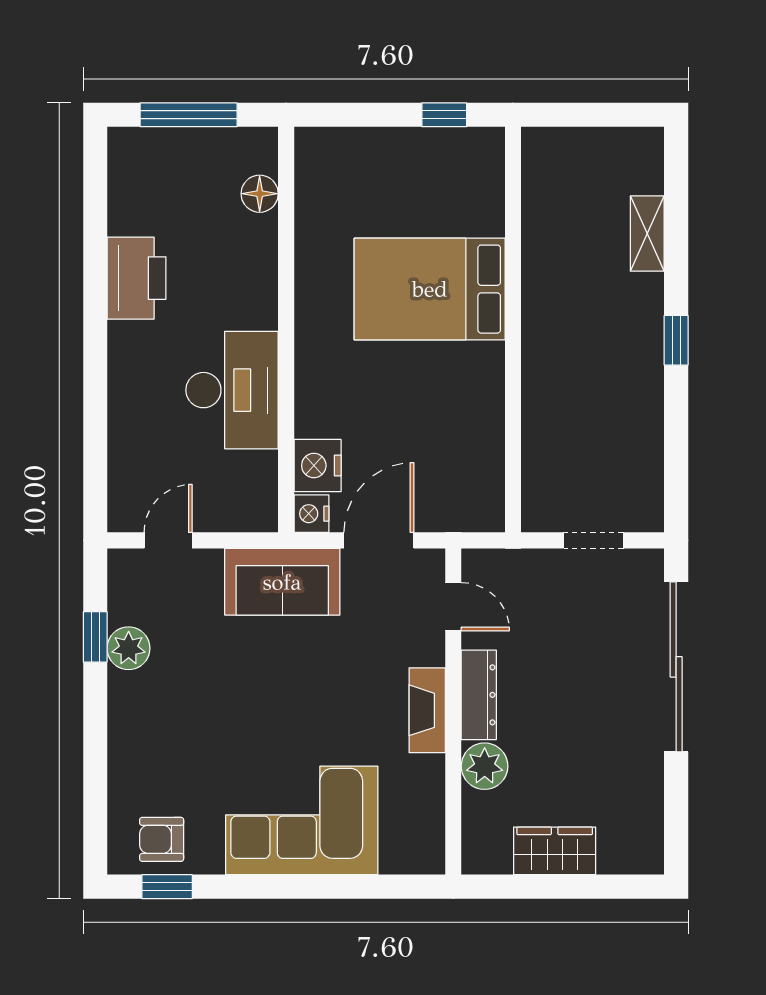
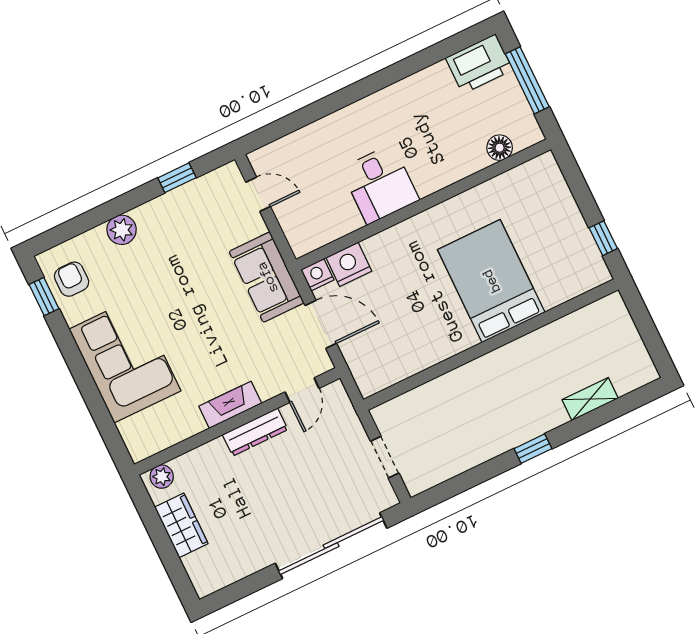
printer: (137, 278) -> (479, 64), moved
desk: (232, 390) -> (380, 184), width x0.73
plant: (129, 648) -> (122, 230), moved
plant: (485, 766) -> (162, 477), moved, width x0.73, depth x0.73

